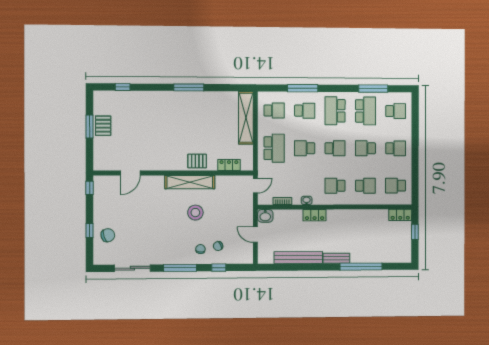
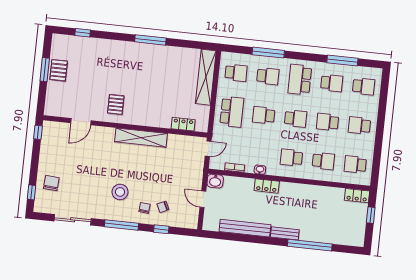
school desk: (365, 111) -> (332, 83), width x0.54
school desk: (396, 148) -> (359, 125), turned 180
pallet: (197, 161) -> (116, 104), moved, turned 90
stool: (195, 213) -> (120, 192), moved
window: (90, 231) -> (32, 192), moved
chair: (108, 235) -> (51, 183), turned -69

